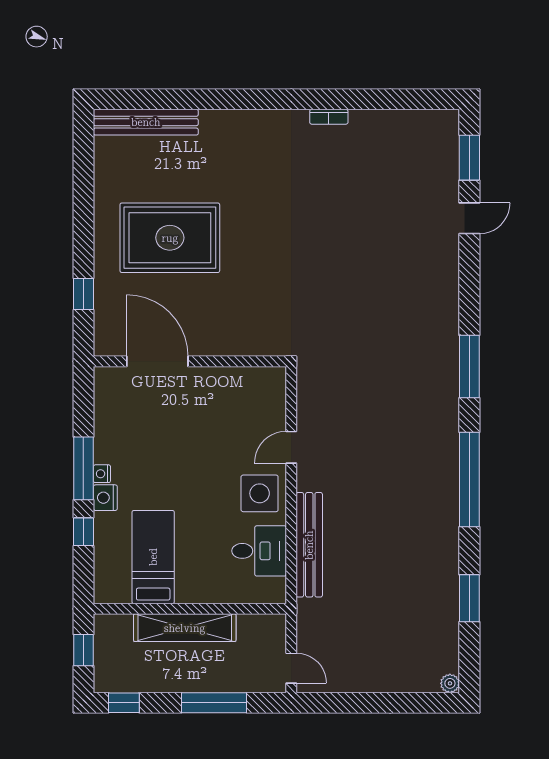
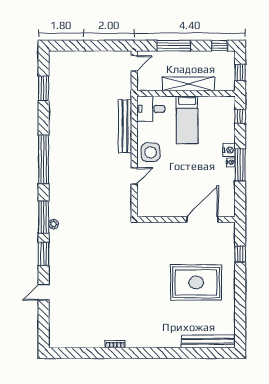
window: (469, 158) -> (44, 254), moved
door: (157, 361) -> (202, 219), swing flipped
window: (83, 532) -> (240, 116), moved
desk: (259, 551) -> (151, 109), moved
bed: (153, 557) -> (187, 120), moved
window: (469, 598) -> (44, 88), moved
door: (291, 668) -> (134, 63), swing flipped
plant: (450, 683) -> (53, 224), moved

